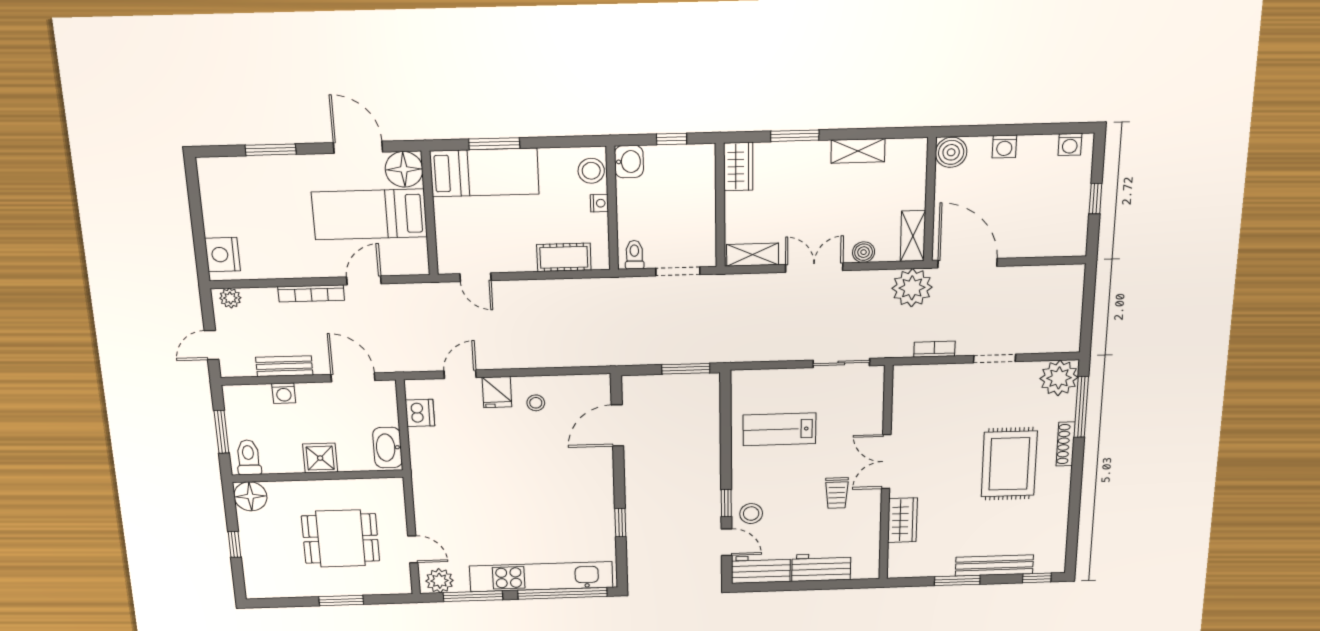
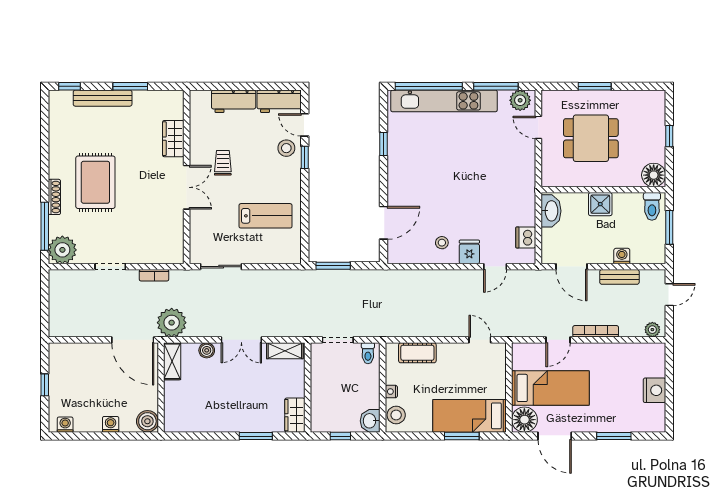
shelving: (858, 151) -> (212, 424), removed
nightstand: (222, 255) -> (654, 390), moved

